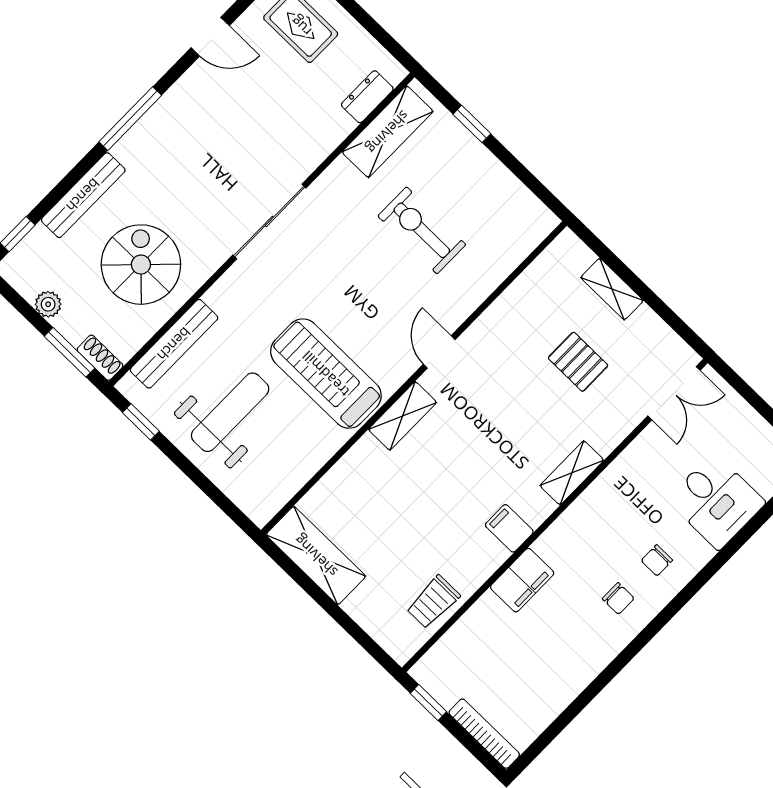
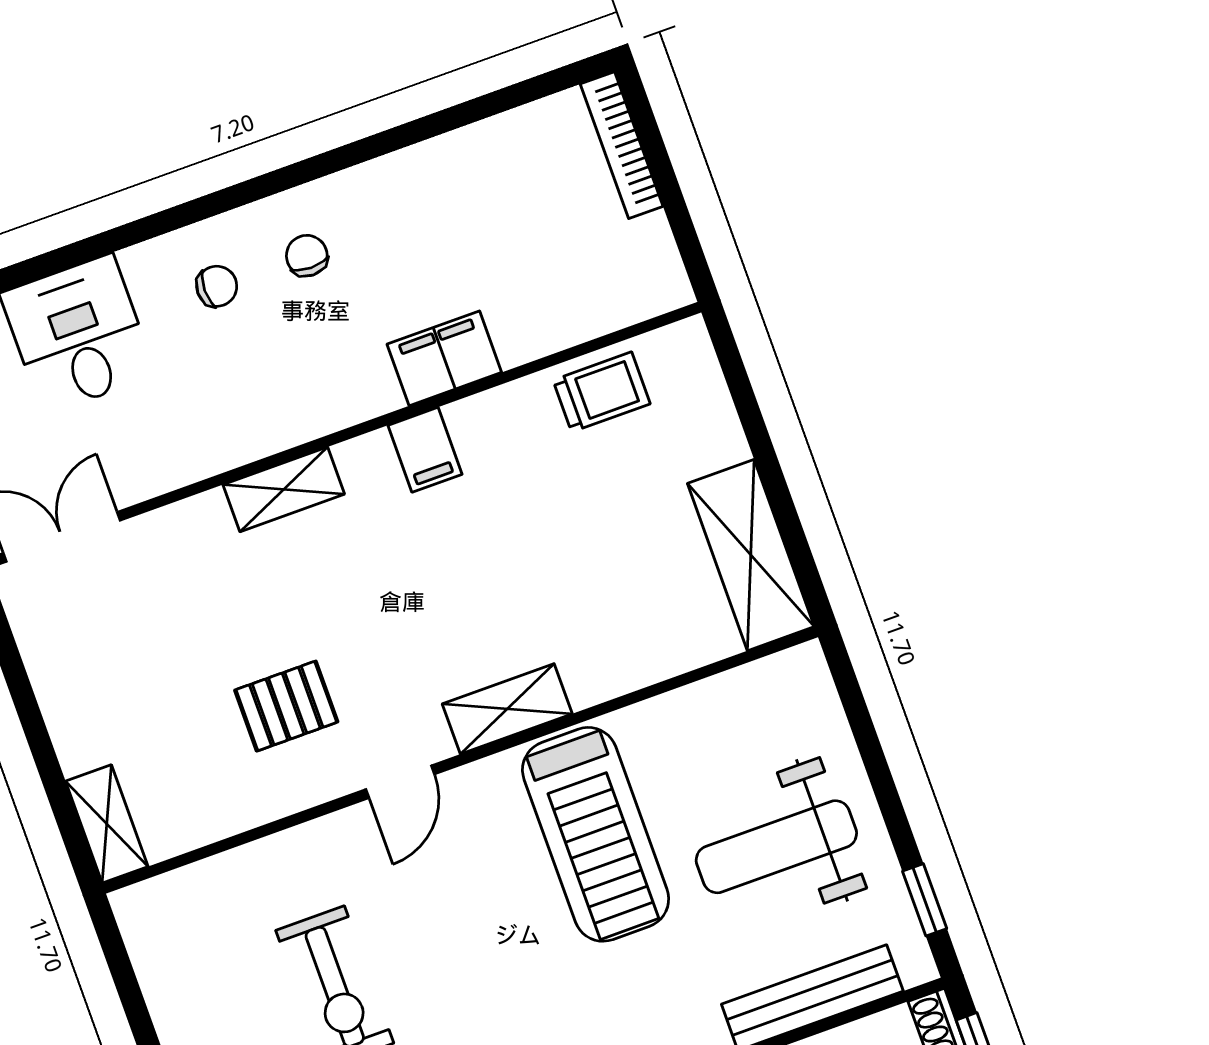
shelving: (612, 289) -> (107, 824), moved
pallet: (578, 362) -> (286, 706), moved, turned 90
window: (428, 703) -> (686, 237), removed

